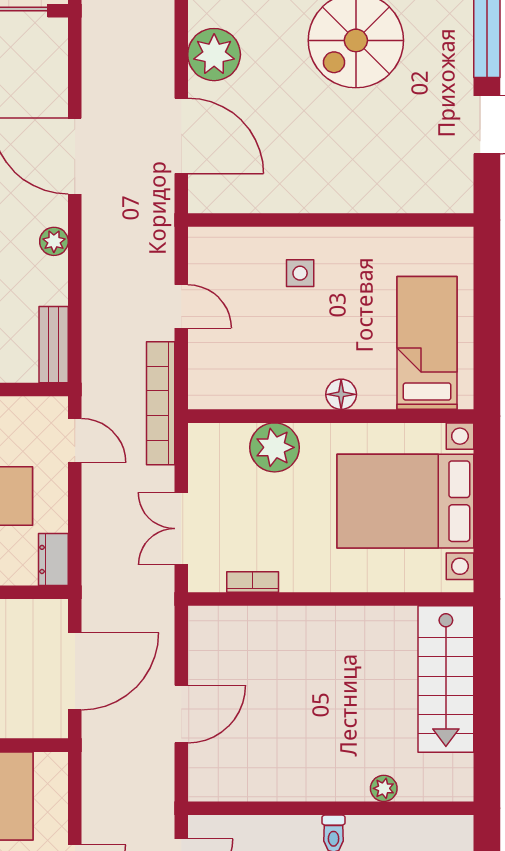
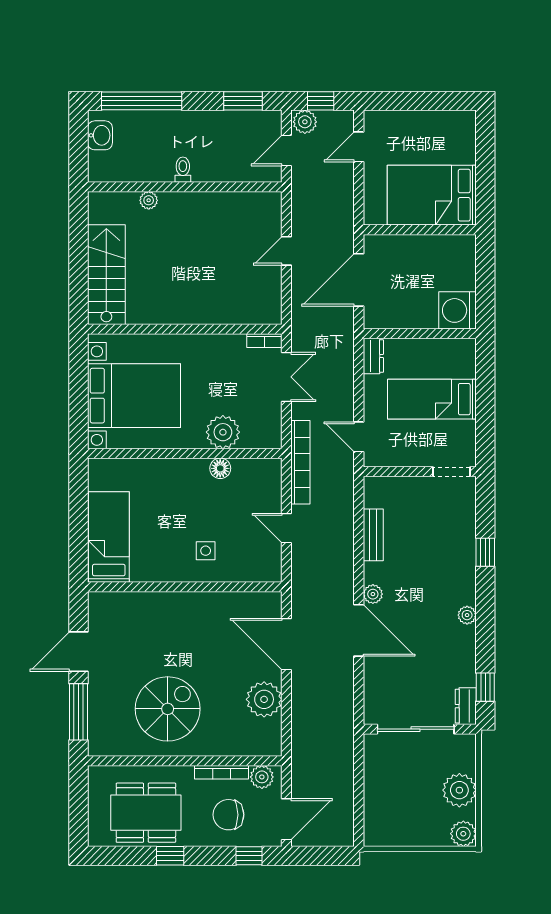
plant: (54, 241) -> (373, 594), moved
bed: (427, 343) -> (109, 537), moved, turned 180
bench: (54, 345) -> (373, 535), moved
floor lamp: (341, 394) -> (220, 468), moved
bookcase: (253, 582) -> (264, 341), moved
door: (181, 714) -> (286, 251), width x0.73

